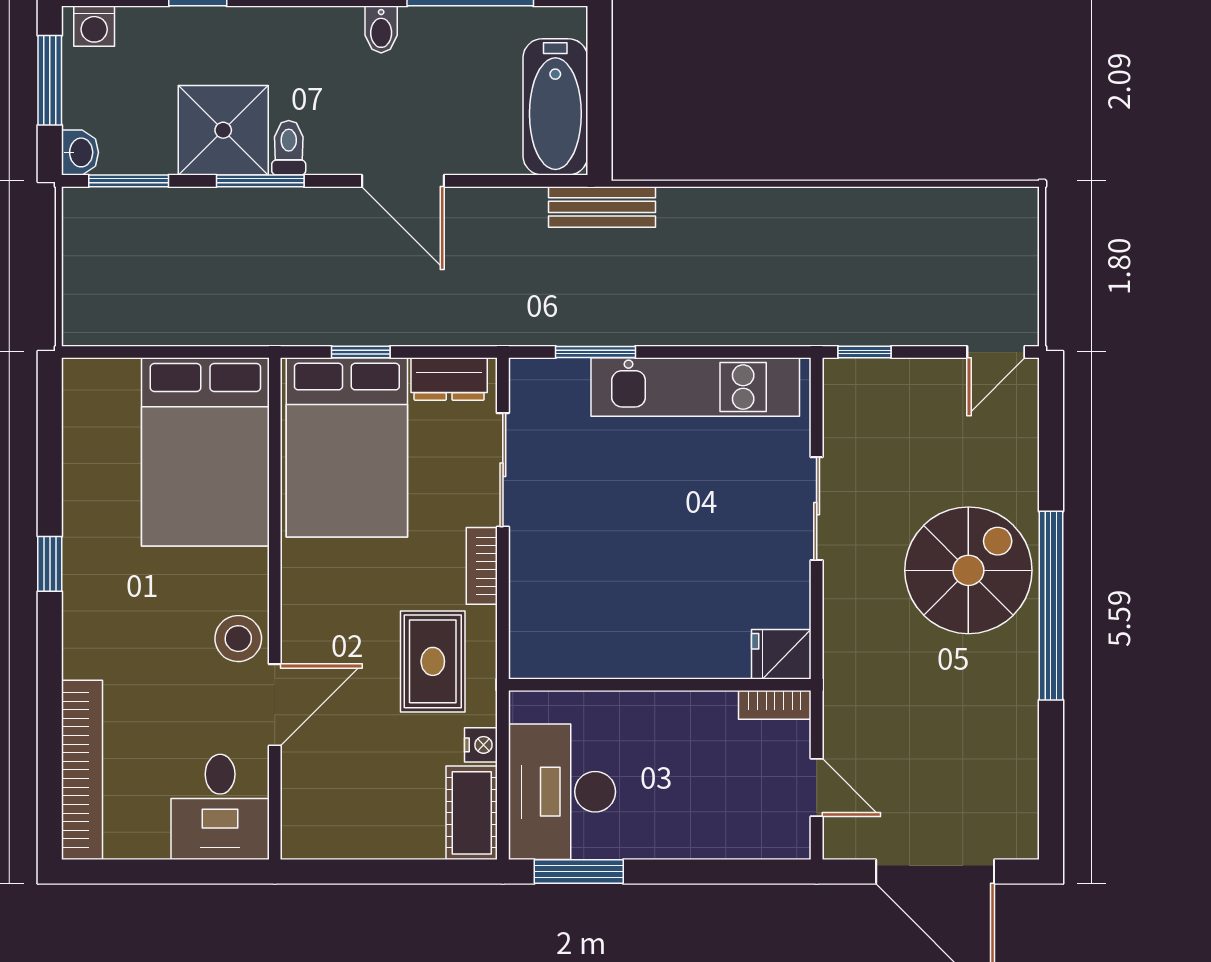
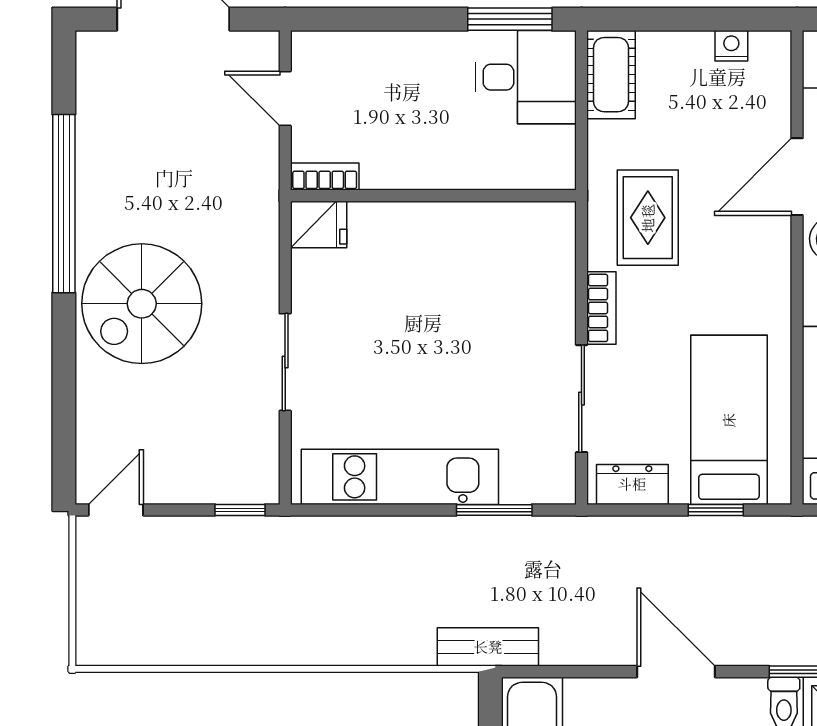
bed: (347, 447) -> (729, 420), width x0.67
window: (1051, 606) -> (64, 204), moved
nightstand: (481, 745) -> (731, 46), moved, turned 90
desk: (562, 792) -> (526, 77), width x0.73

